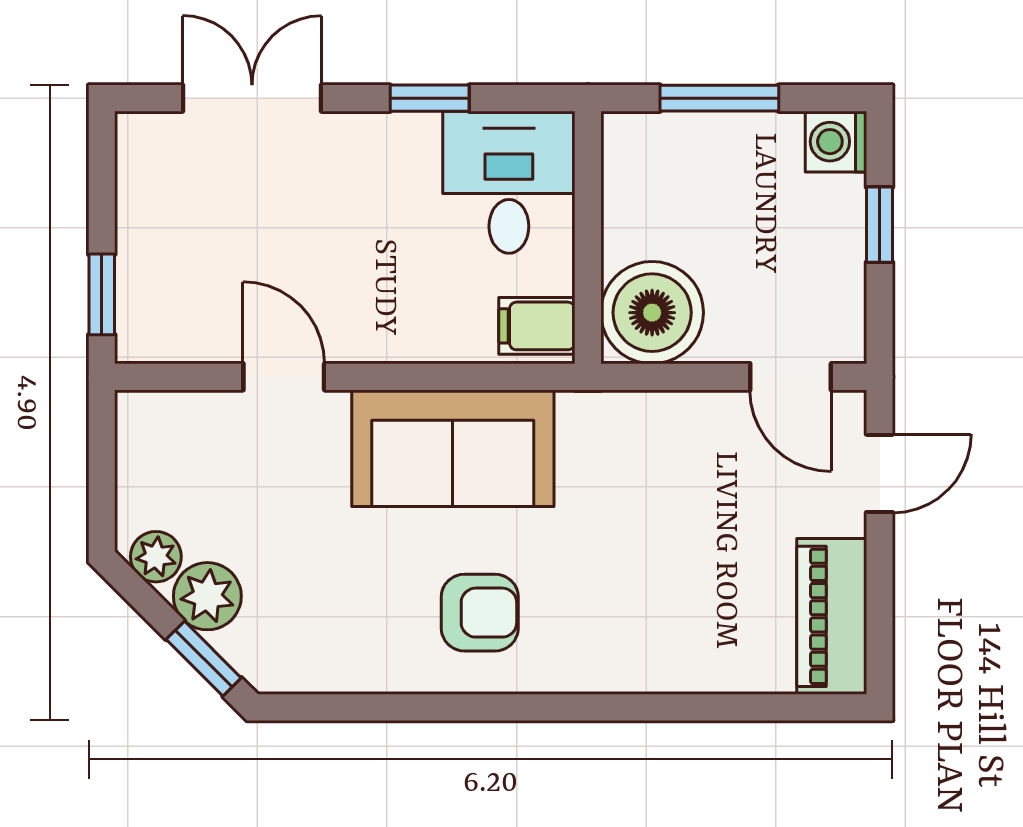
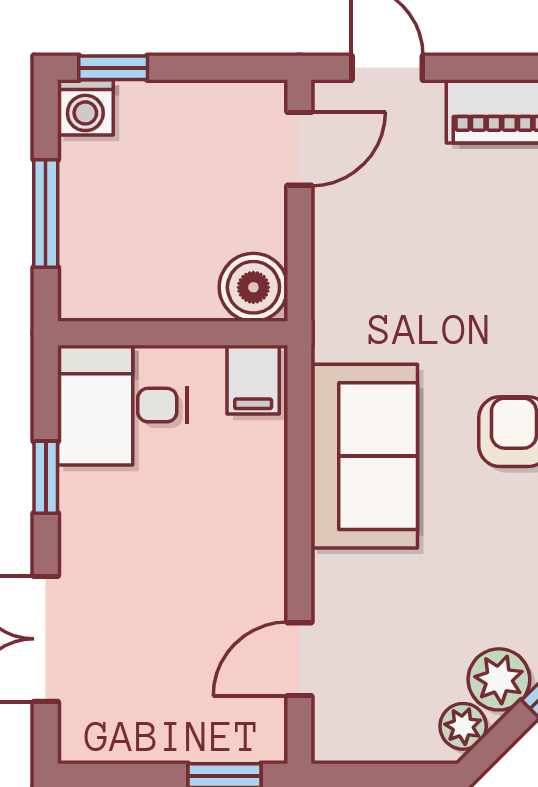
window: (880, 225) -> (113, 68), moved
boiler: (652, 313) -> (253, 287), width x0.73, depth x0.73
door: (284, 377) -> (299, 659), moved

